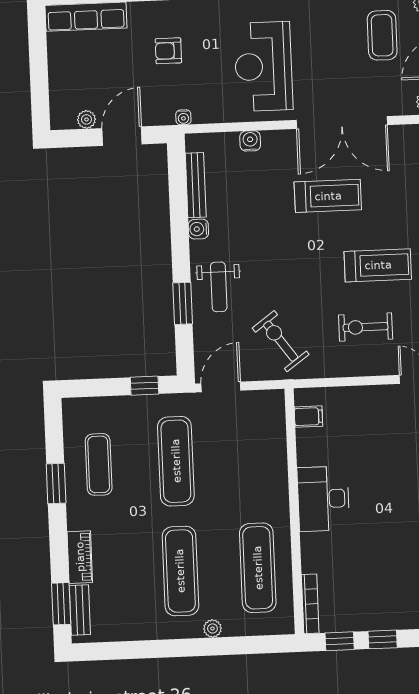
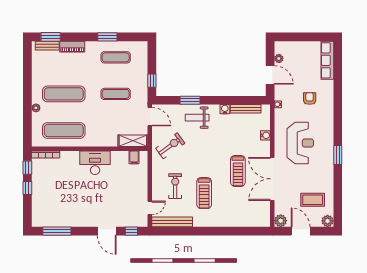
reception desk: (263, 66) -> (300, 143), turned 90
shelving: (273, 421) -> (133, 141), added
exercise mat: (176, 461) -> (116, 94), width x0.73, depth x0.69

